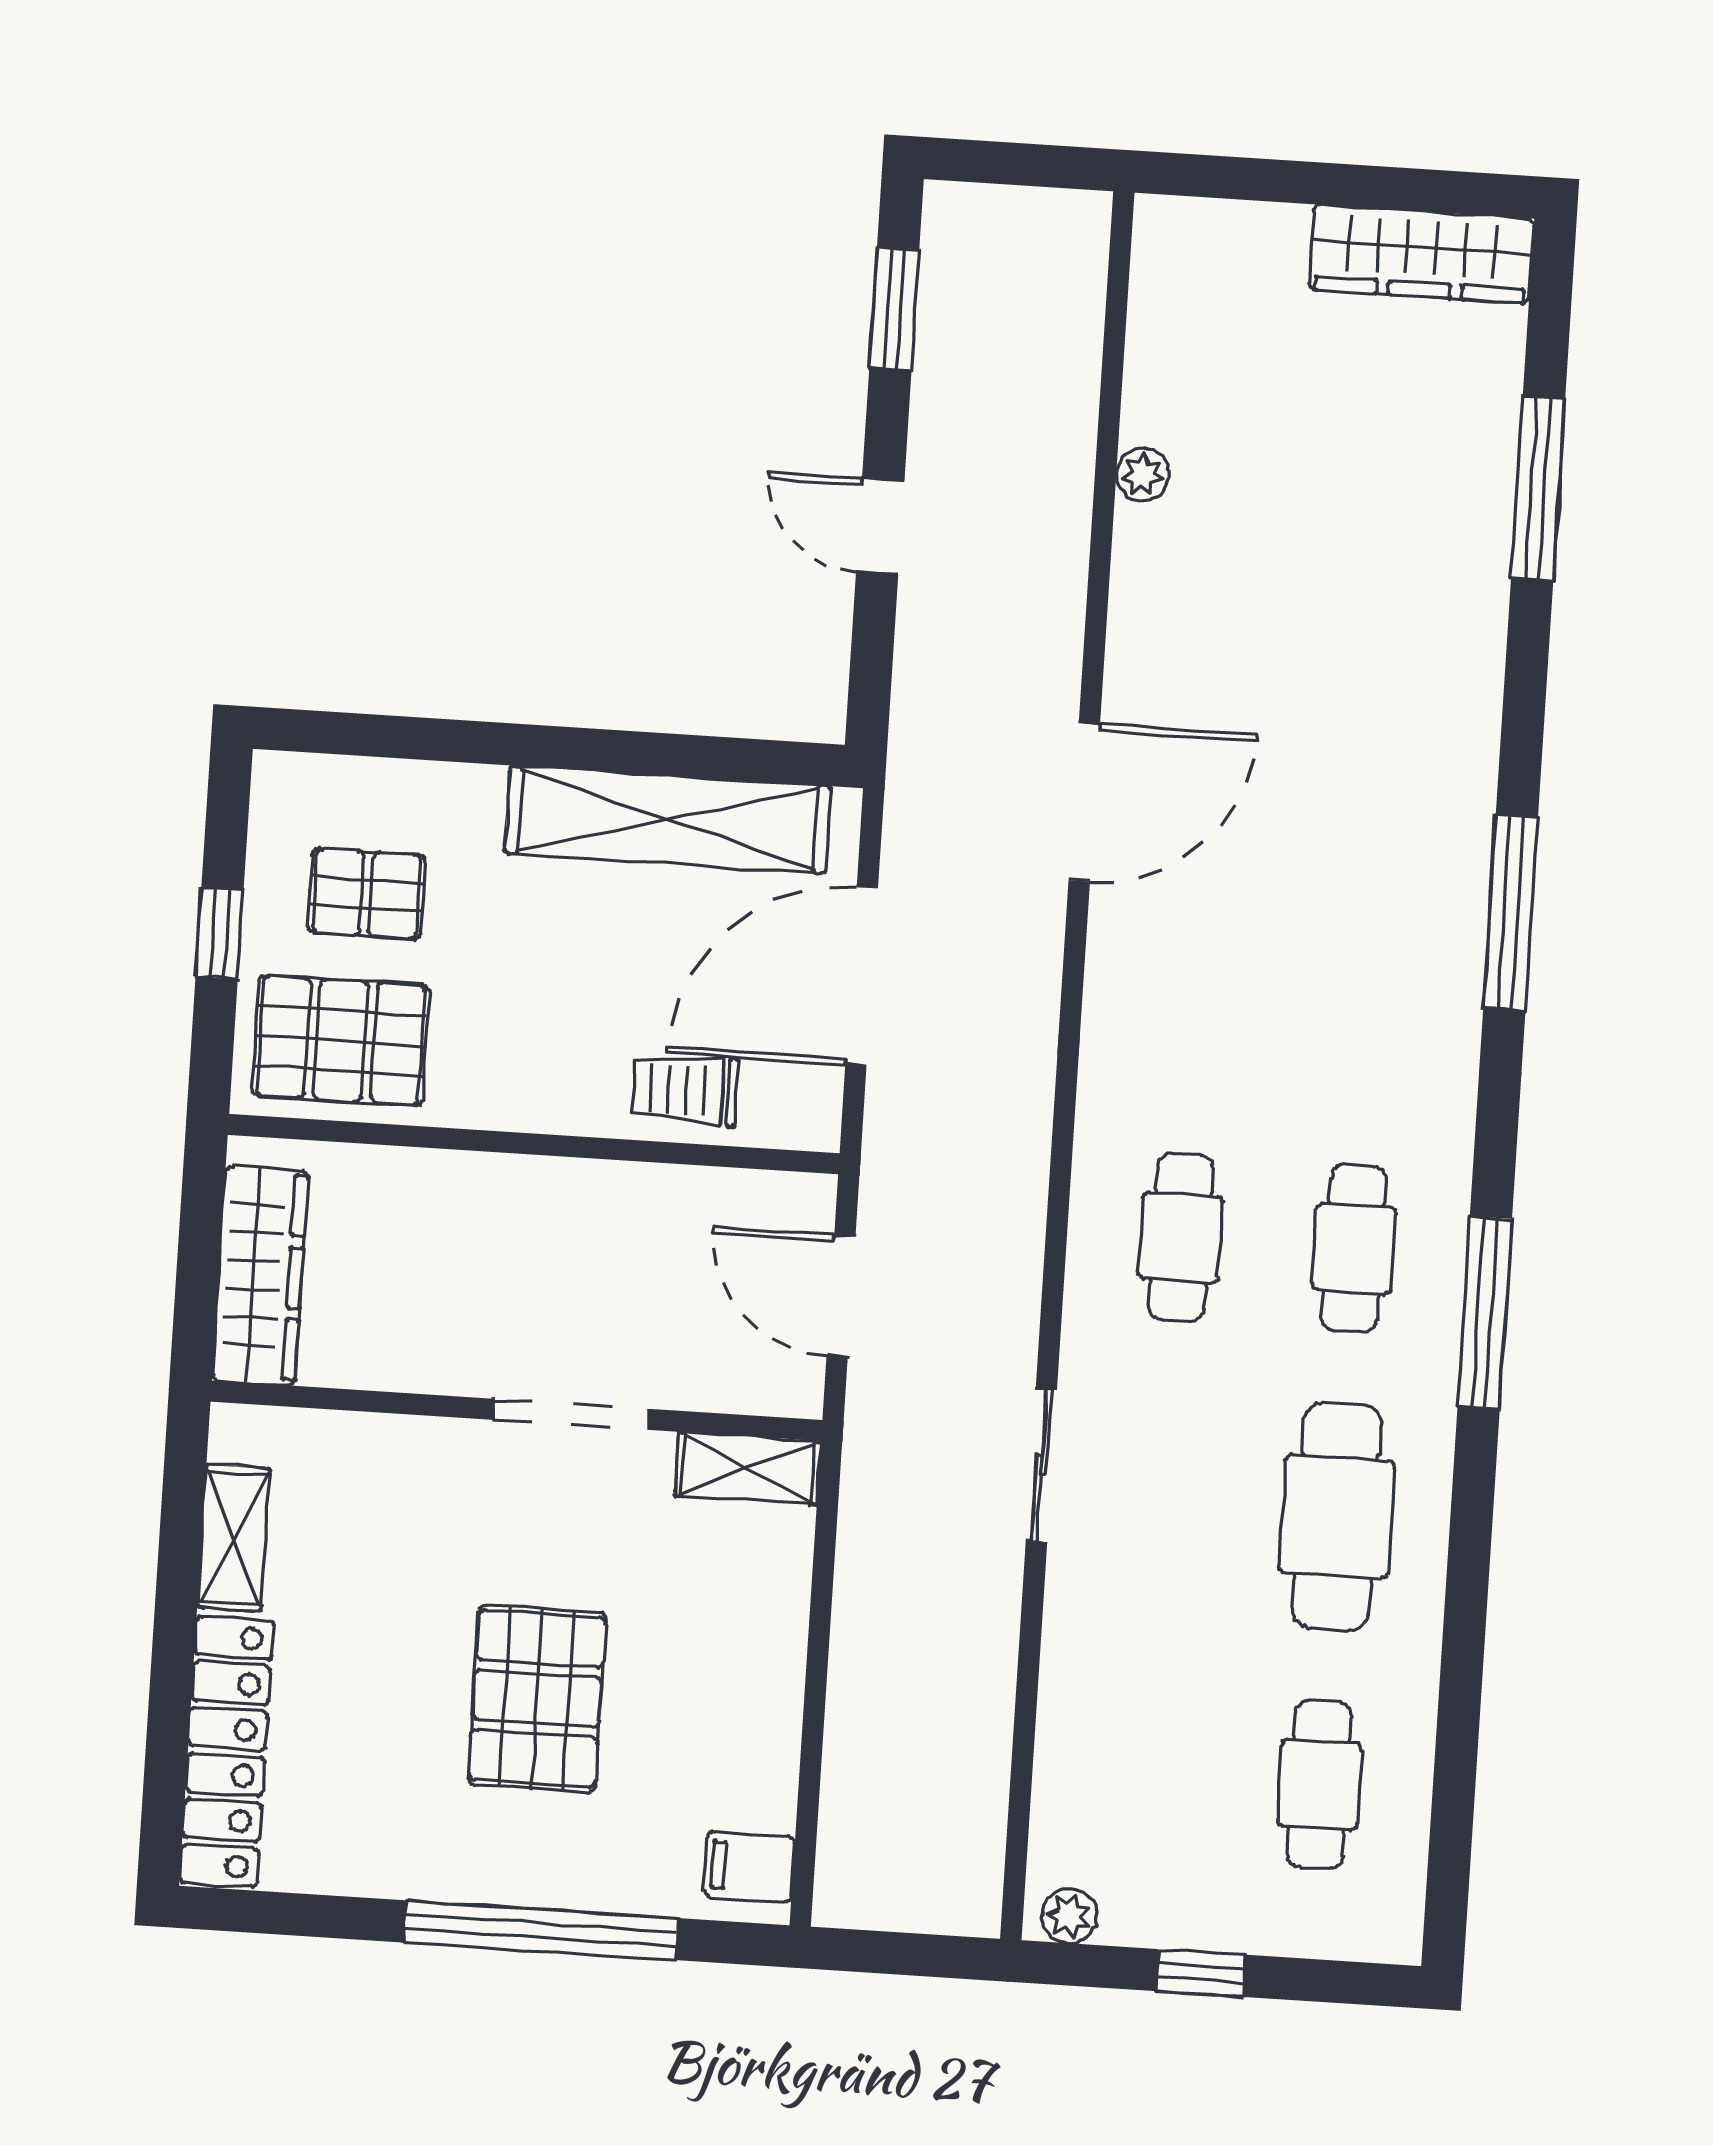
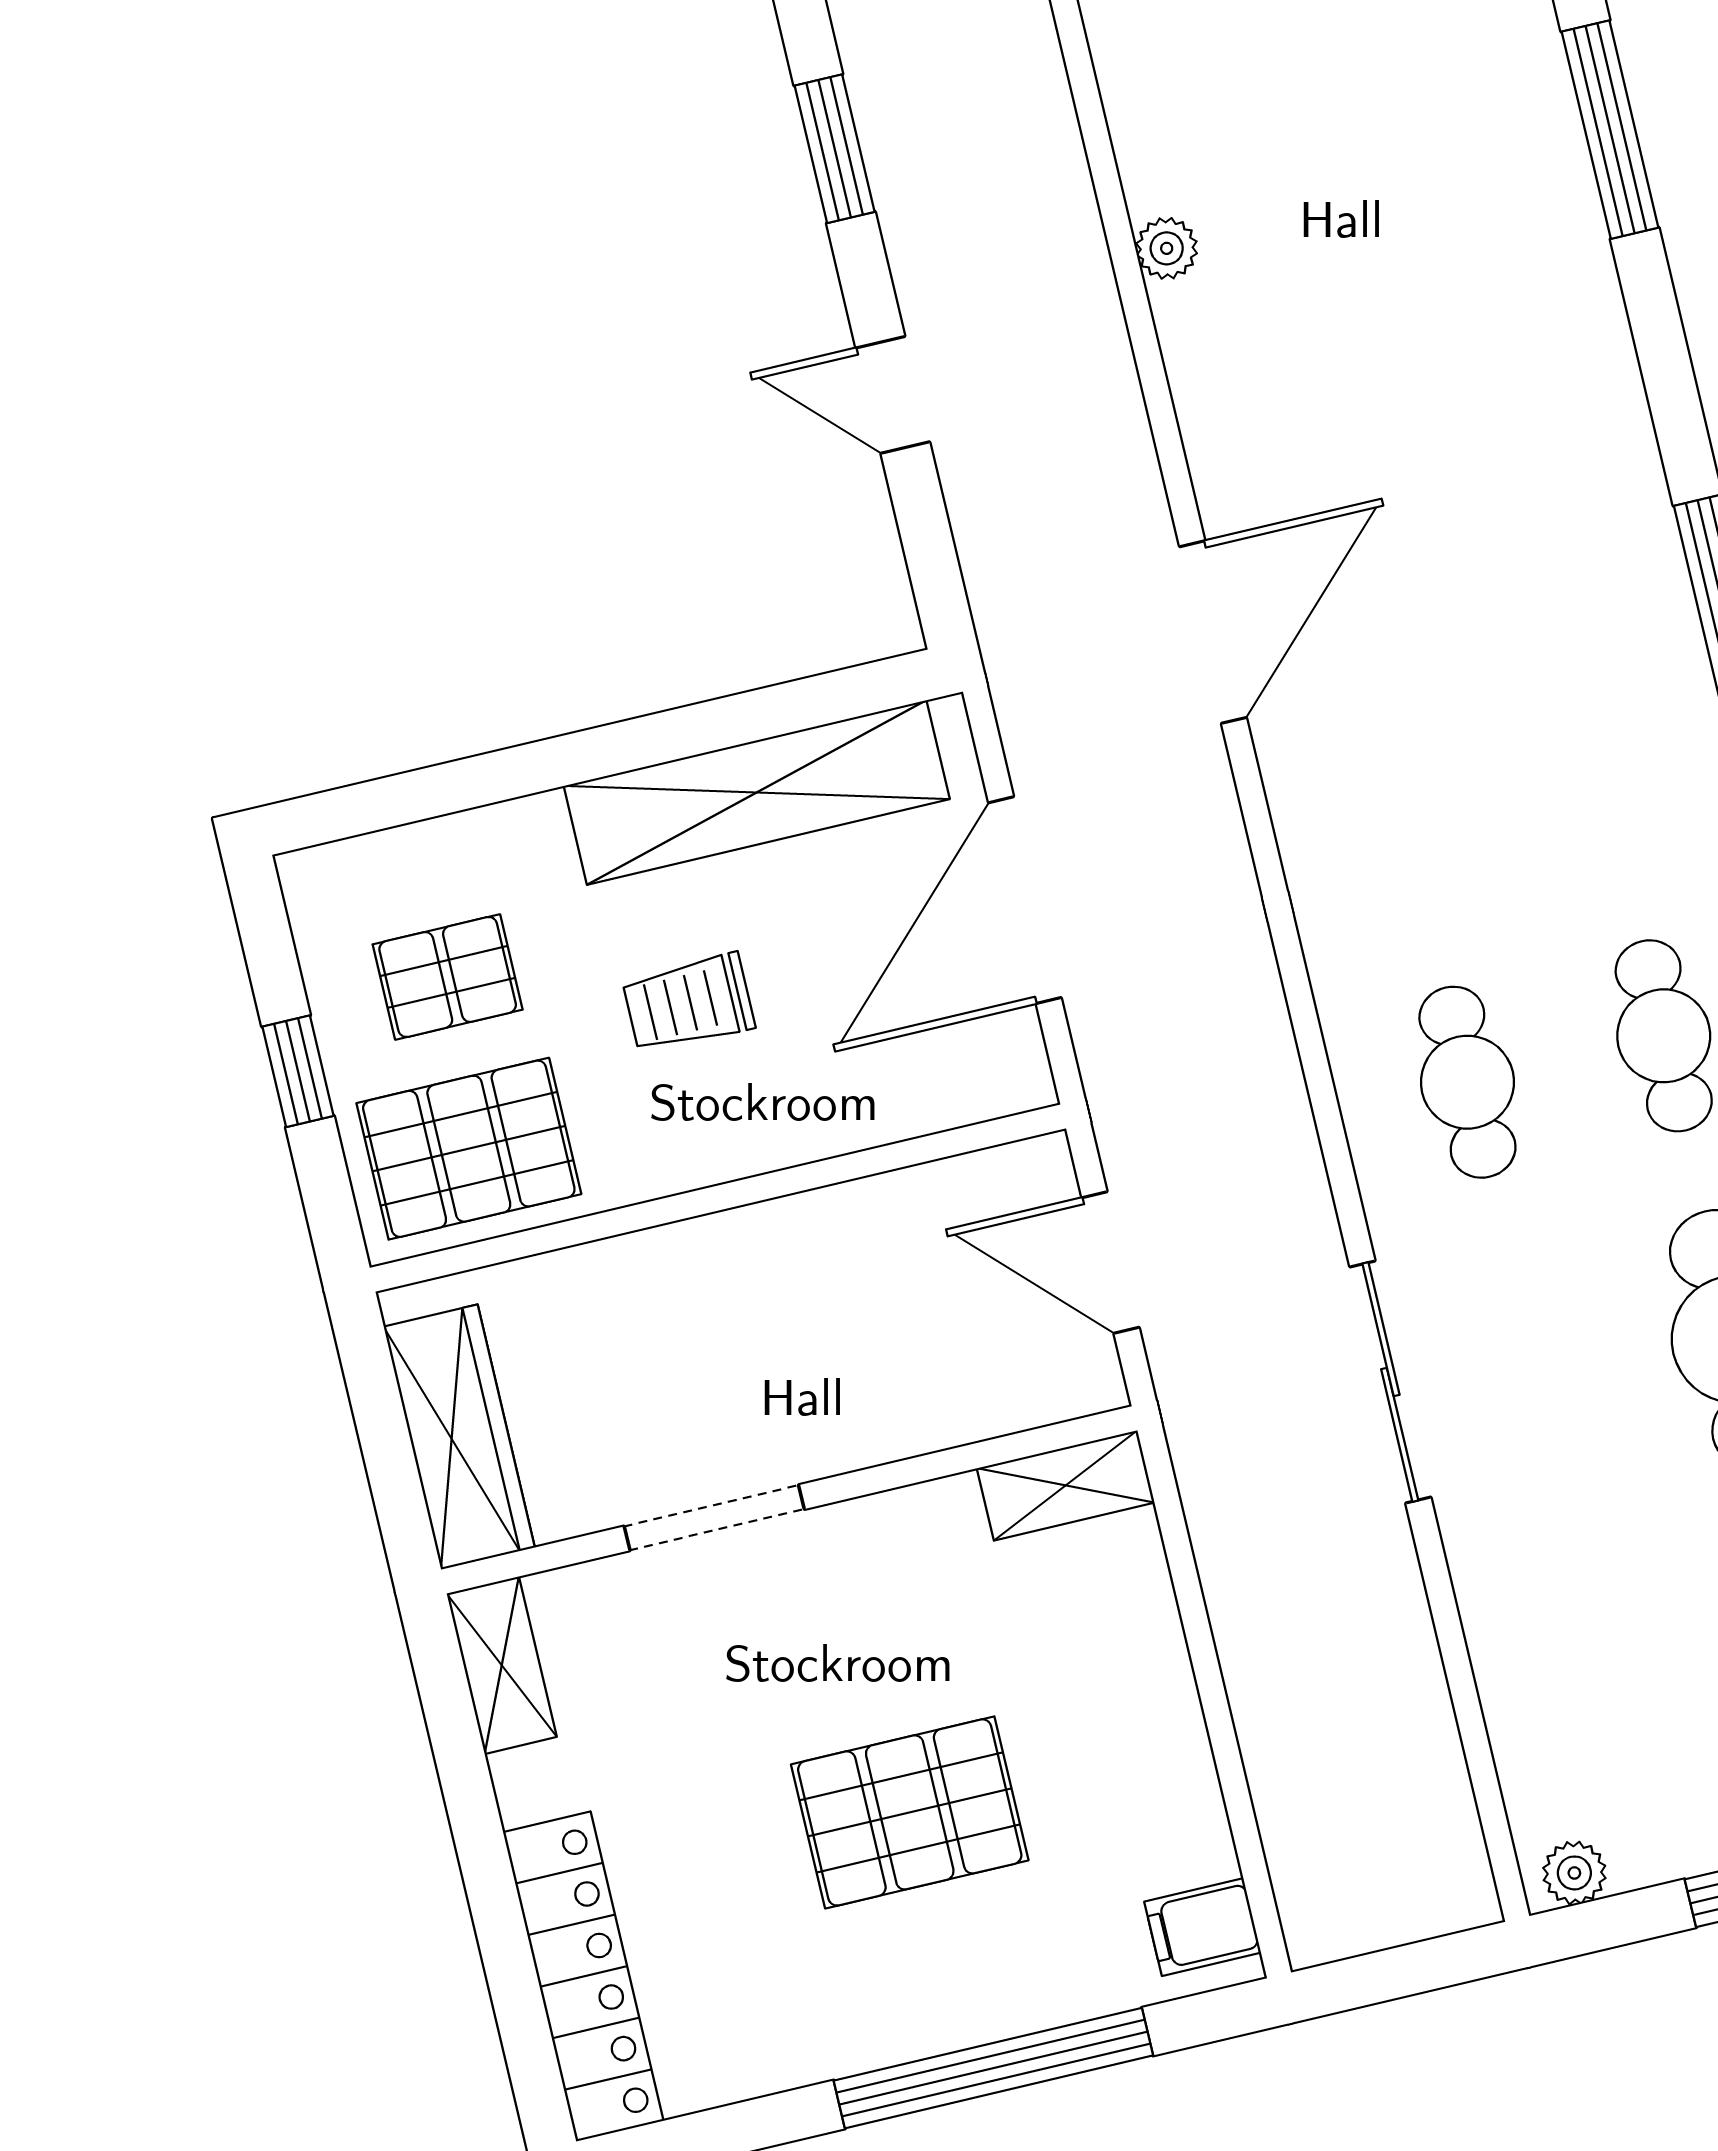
trolley: (685, 1090) -> (689, 1003), moved
doorway: (572, 1414) -> (714, 1518), moved
sliding door: (1041, 1465) -> (1390, 1382), width x1.37
shelving: (234, 1538) -> (502, 1665), moved
pallet: (537, 1699) -> (910, 1812), turned 90

